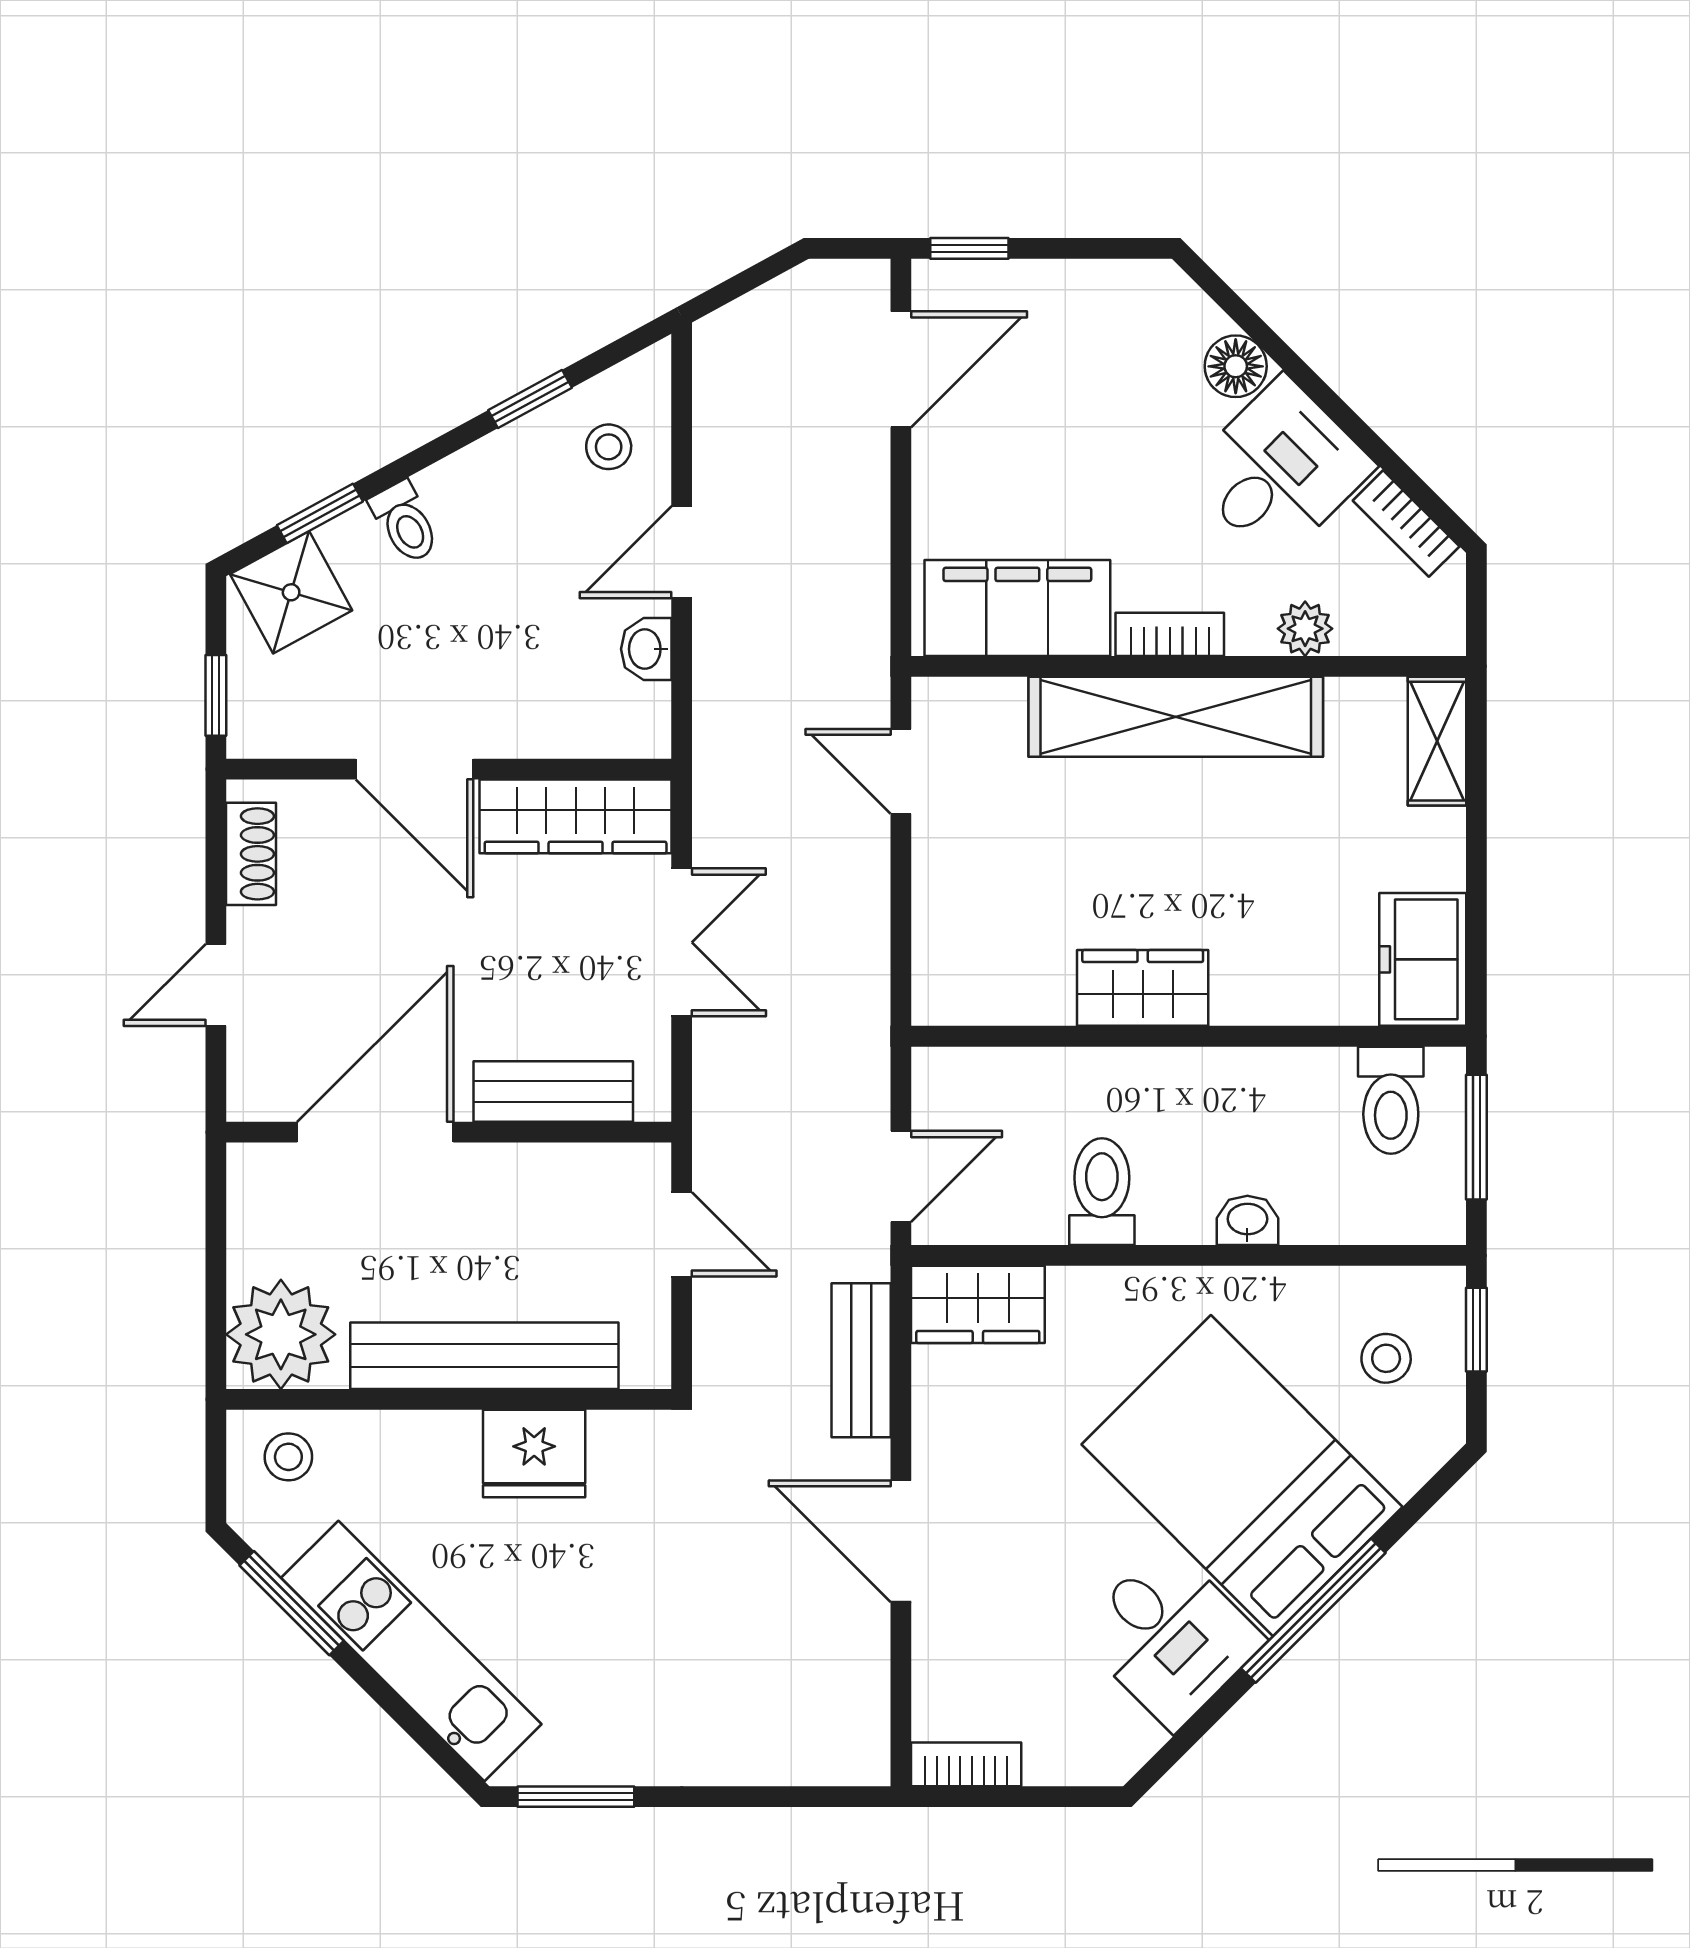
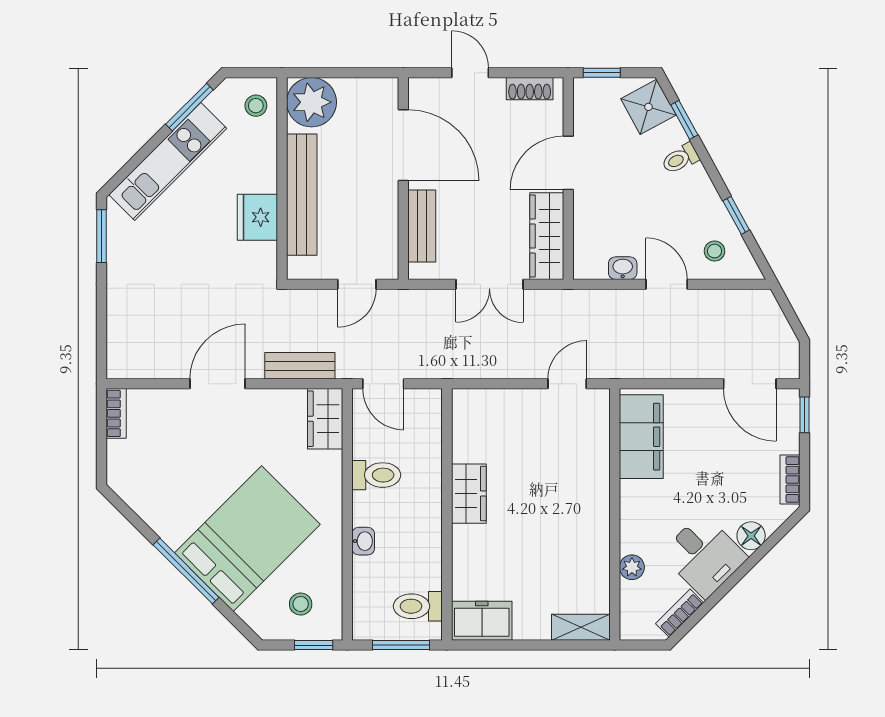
bookcase: (1170, 634) -> (790, 479), moved, turned 180
shelving: (1176, 717) -> (592, 509), removed
desk: (1170, 1636) -> (174, 506), removed

